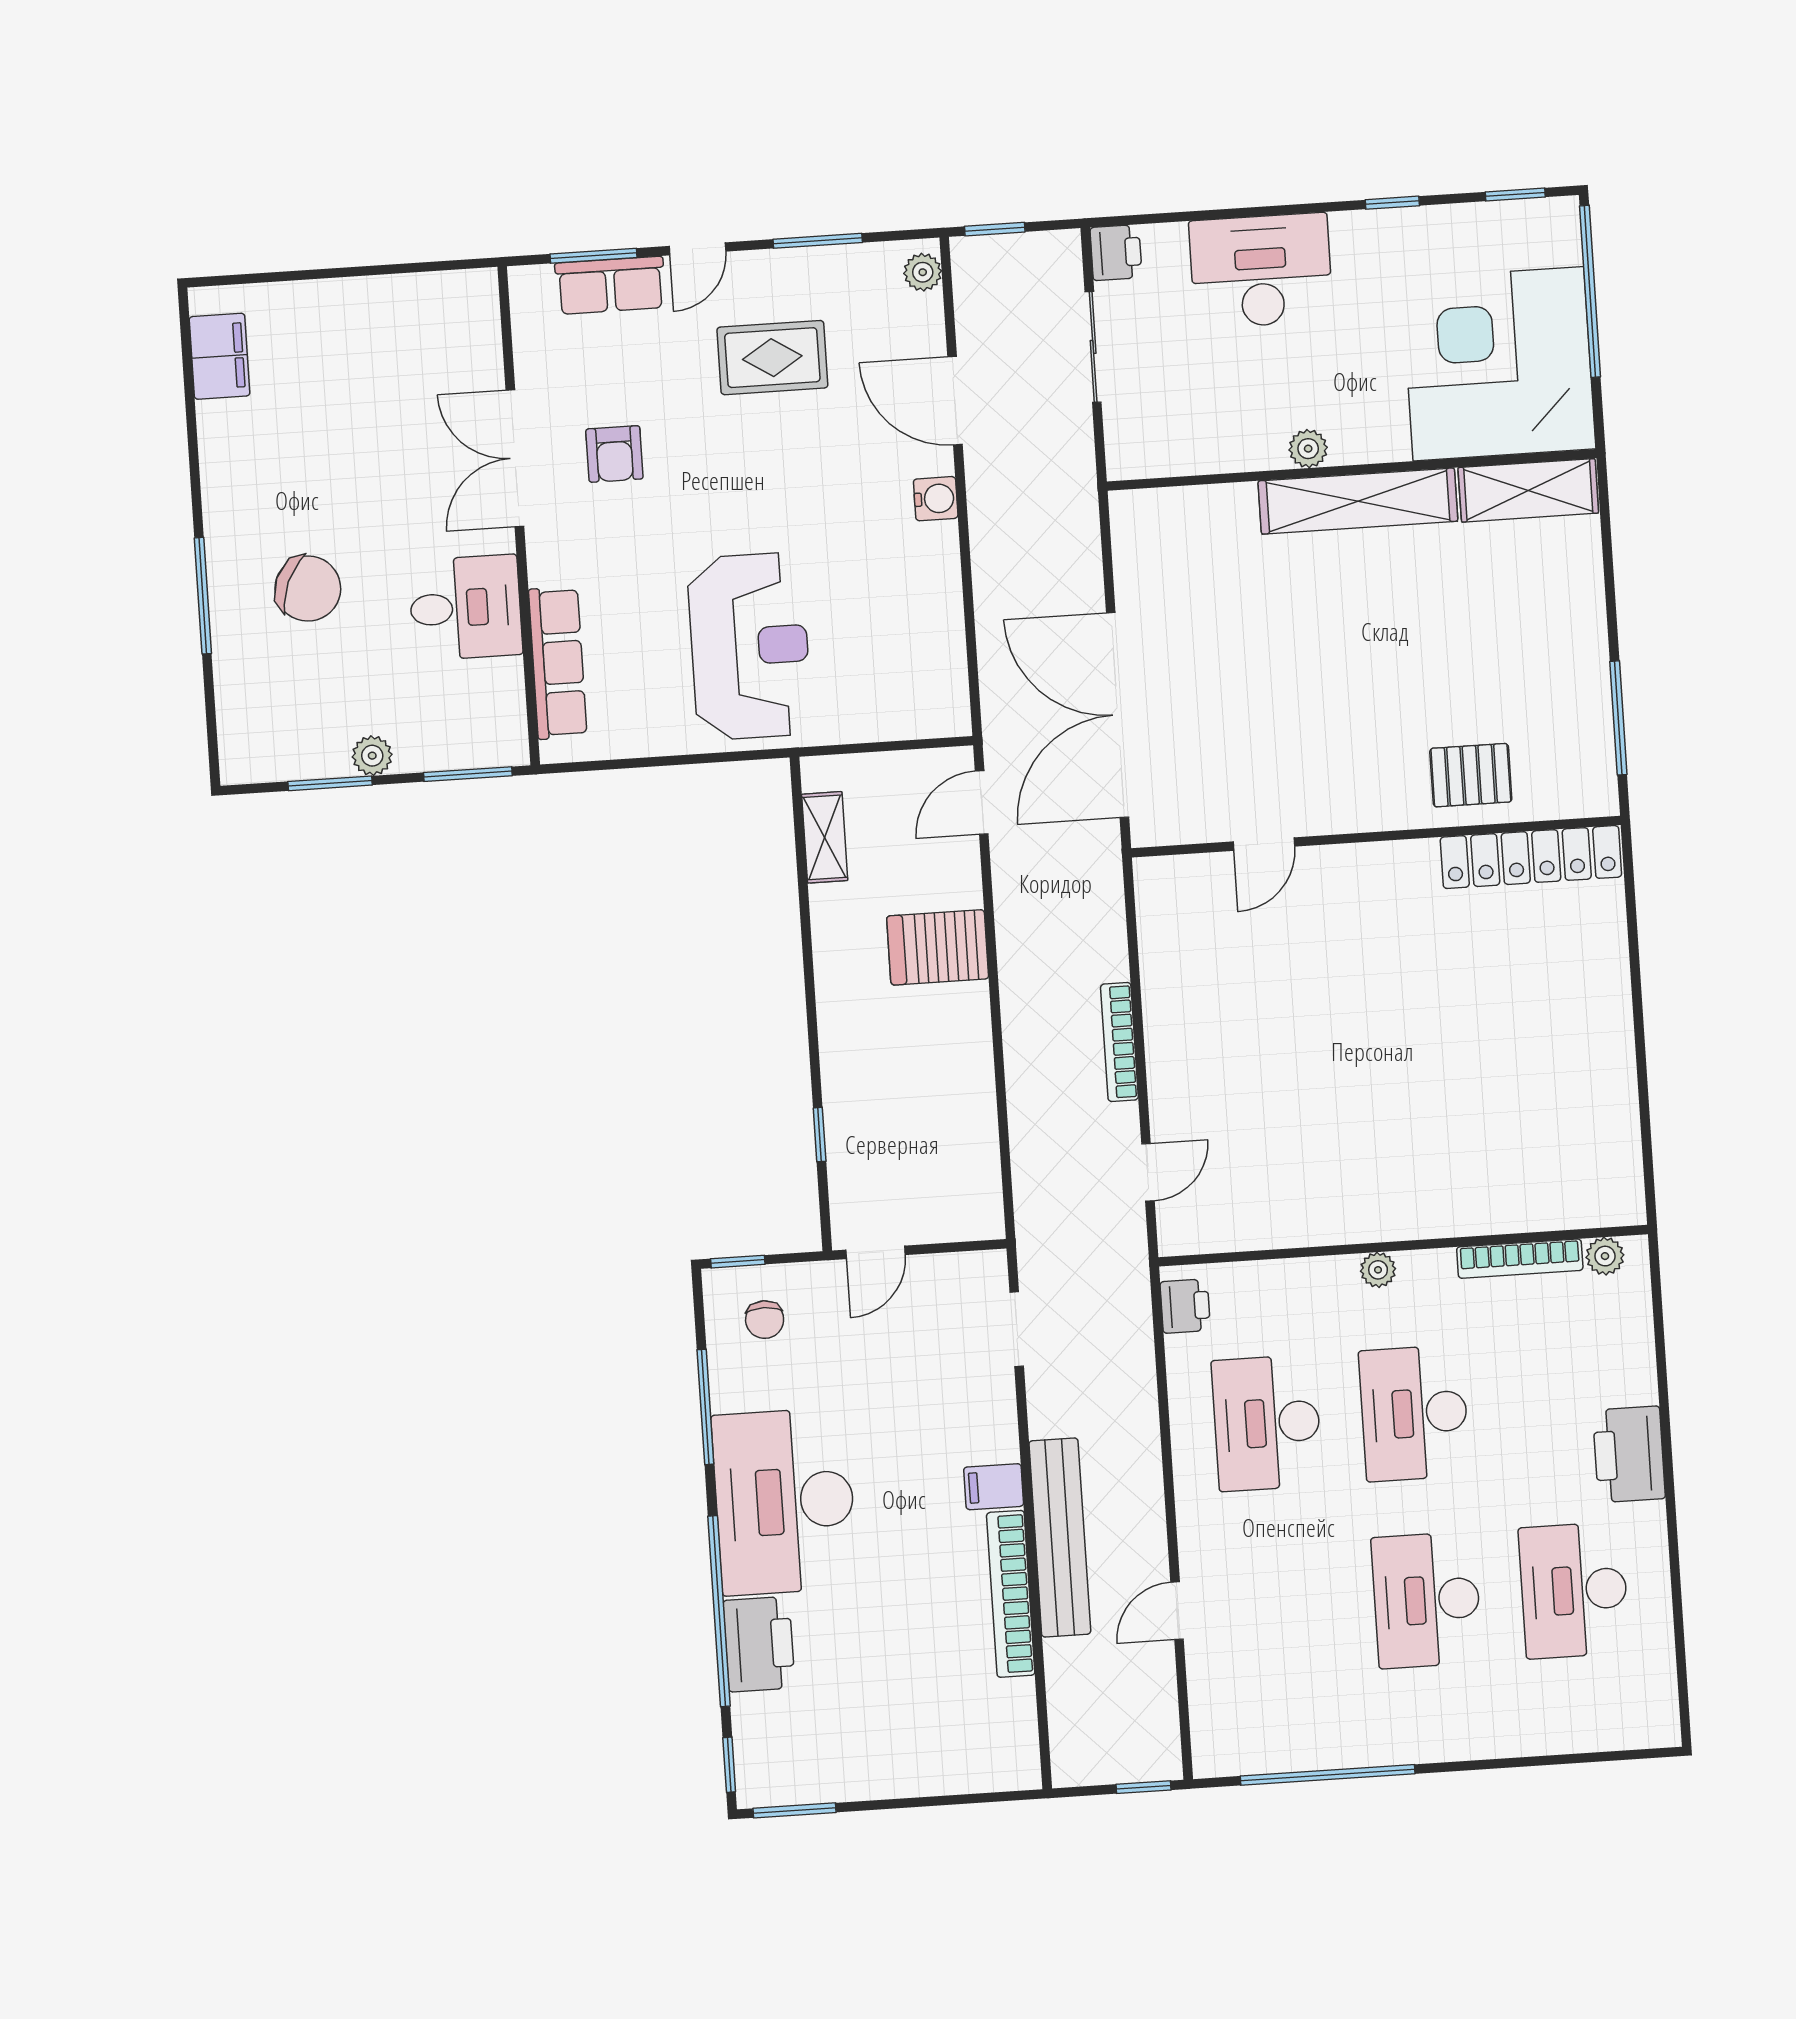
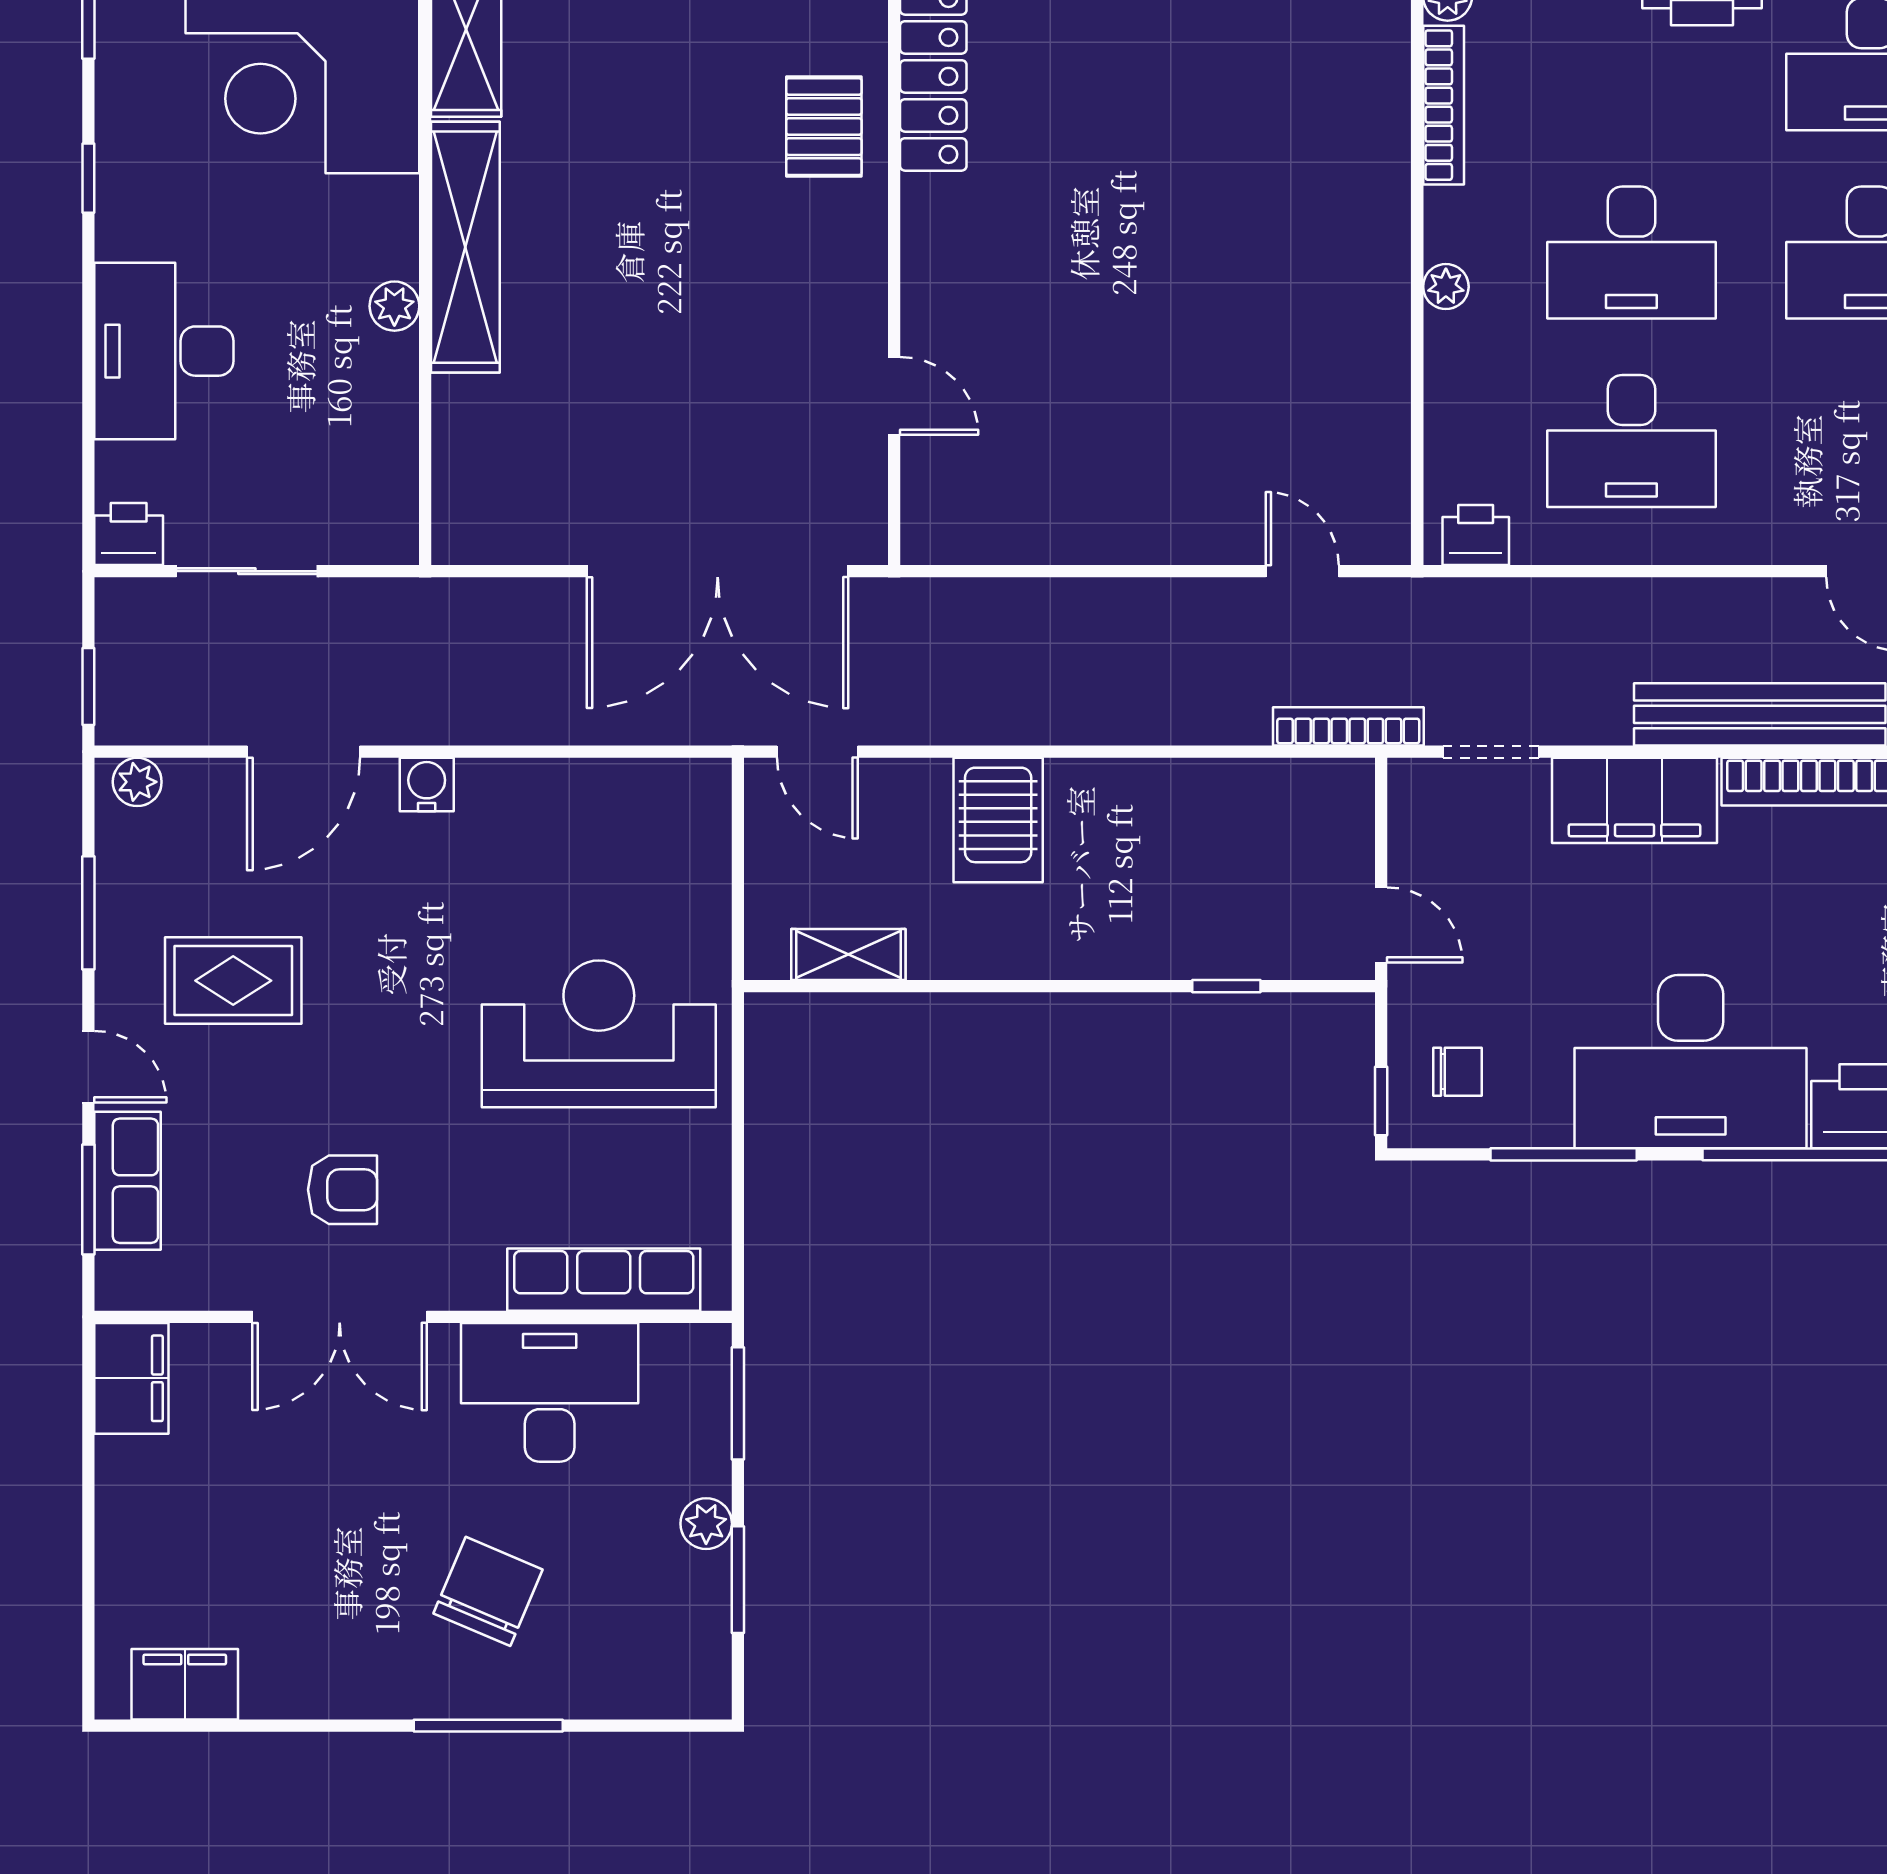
filing cabinet: (456, 299) -> (131, 1378), added
rug: (772, 358) -> (233, 981), turned 90
desk: (465, 608) -> (550, 1392), width x1.37
bookcase: (1119, 1042) -> (1348, 726), moved, turned 180
filing cabinet: (994, 1487) -> (1634, 800), width x3.00, depth x1.17

